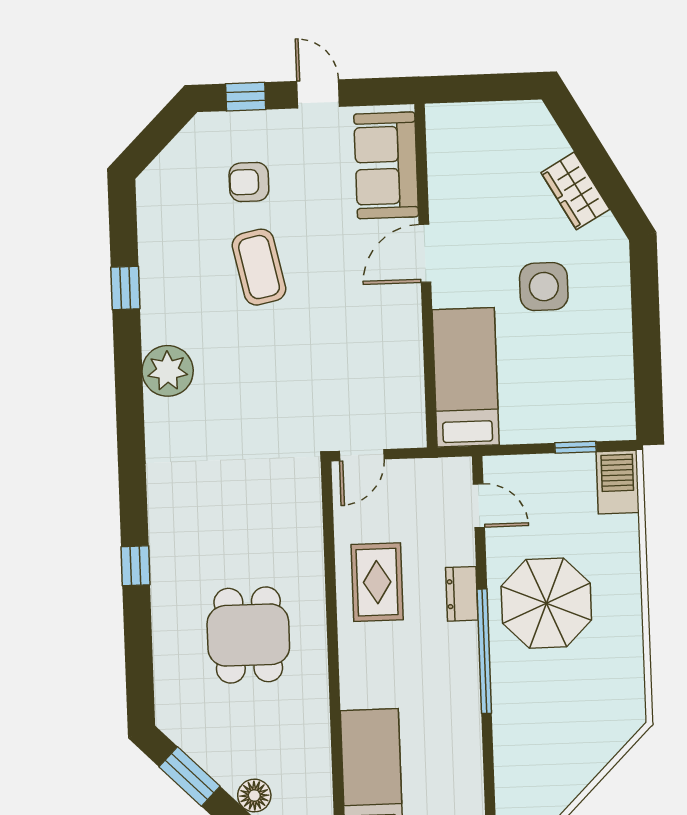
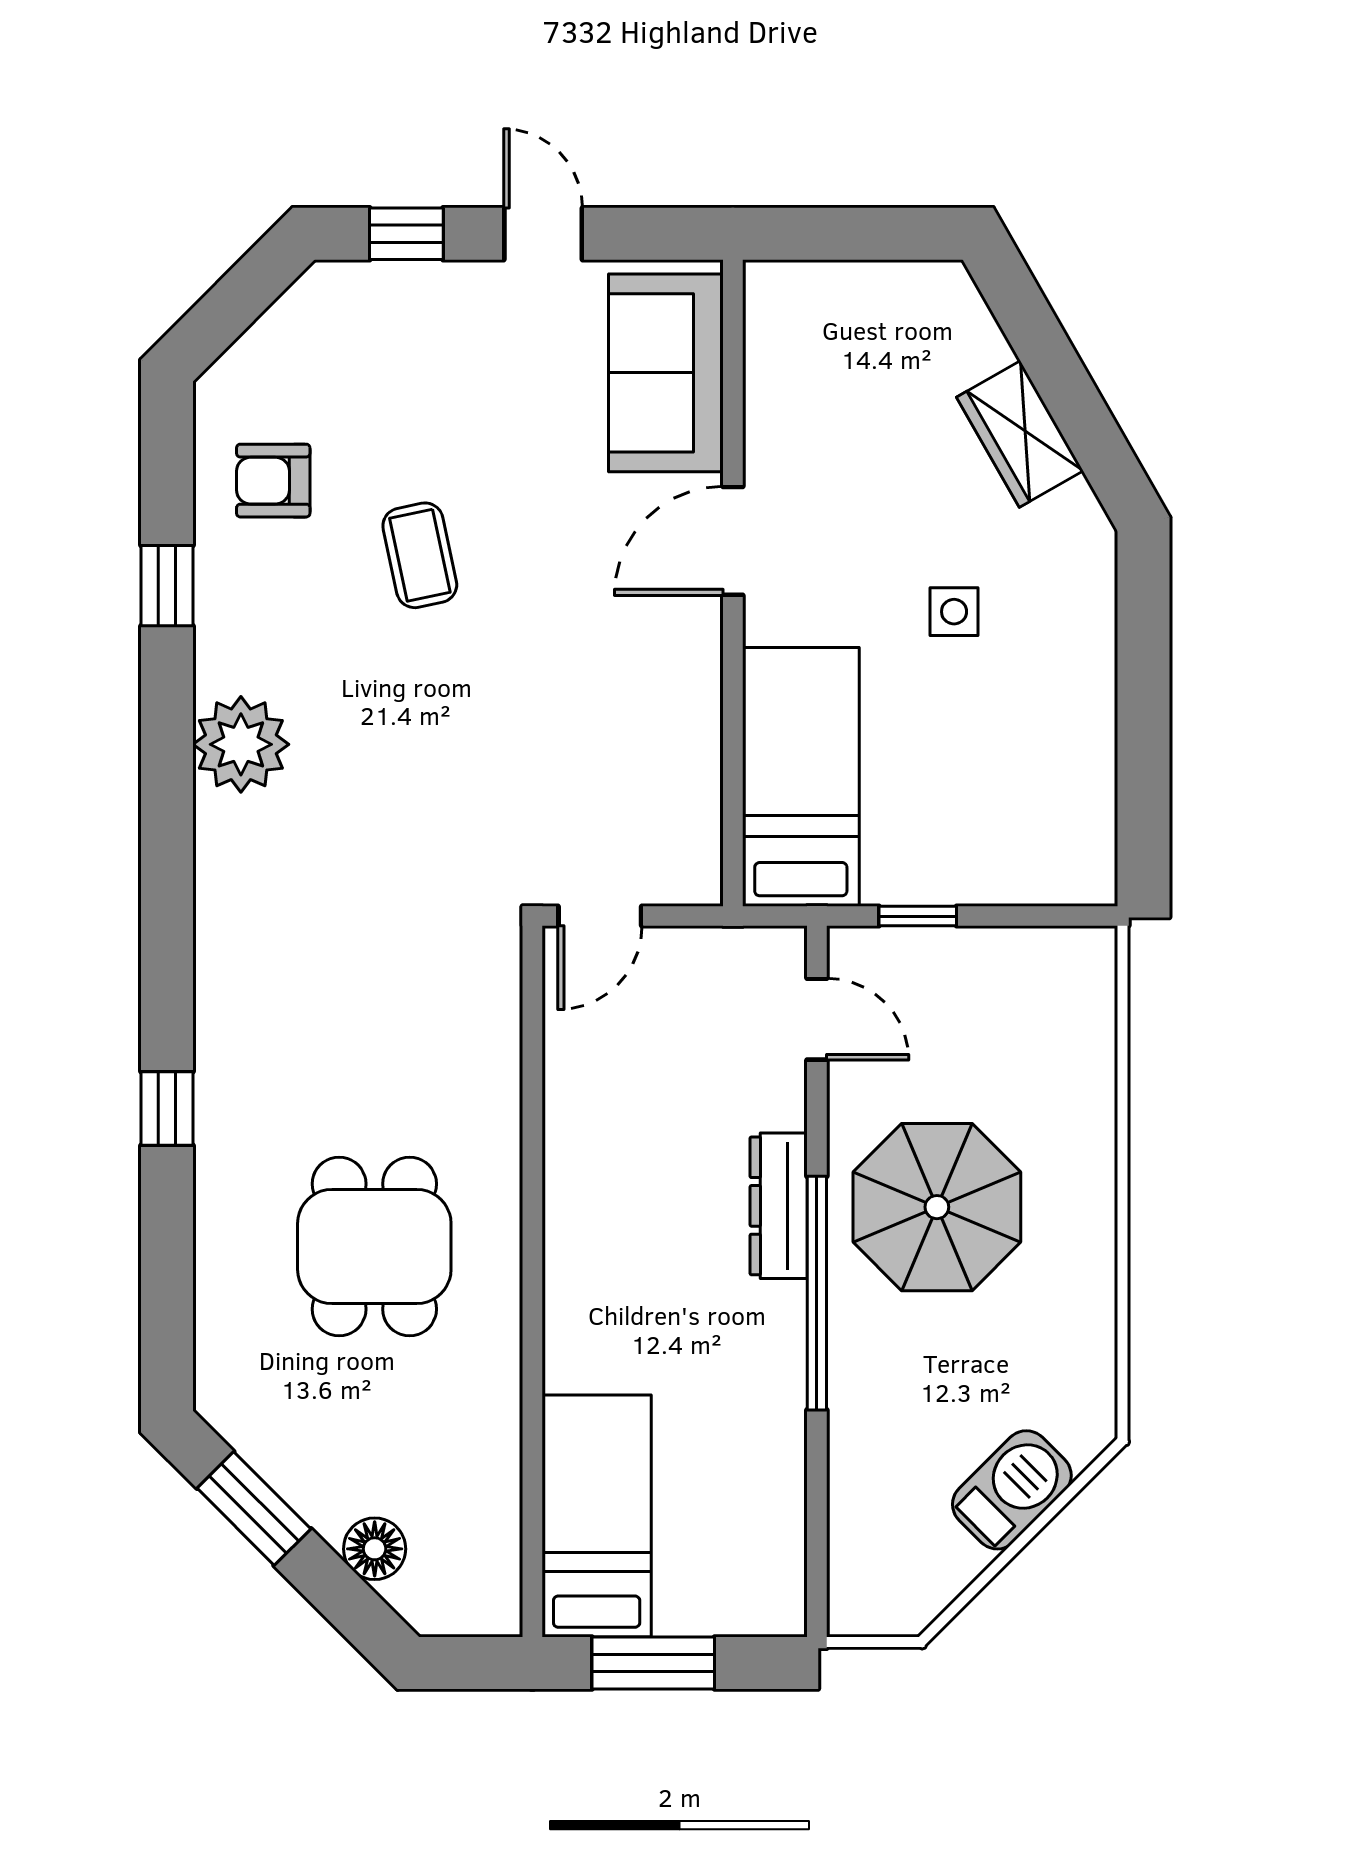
armchair: (249, 182) -> (273, 481), moved
coffee table: (259, 267) -> (420, 555), width x0.73, depth x0.77
side table: (544, 287) -> (954, 612), width x0.54, depth x0.54
window: (576, 447) -> (918, 916), moved
barbecue: (618, 482) -> (1012, 1490), moved, turned 45
rug: (377, 582) -> (620, 1156), removed
dresser: (462, 594) -> (779, 1206), width x1.44

